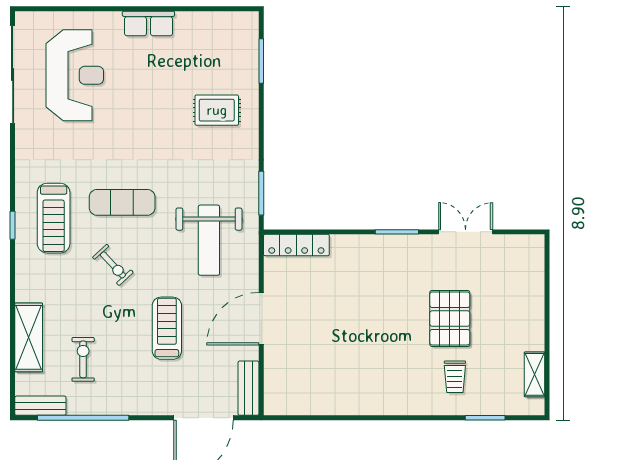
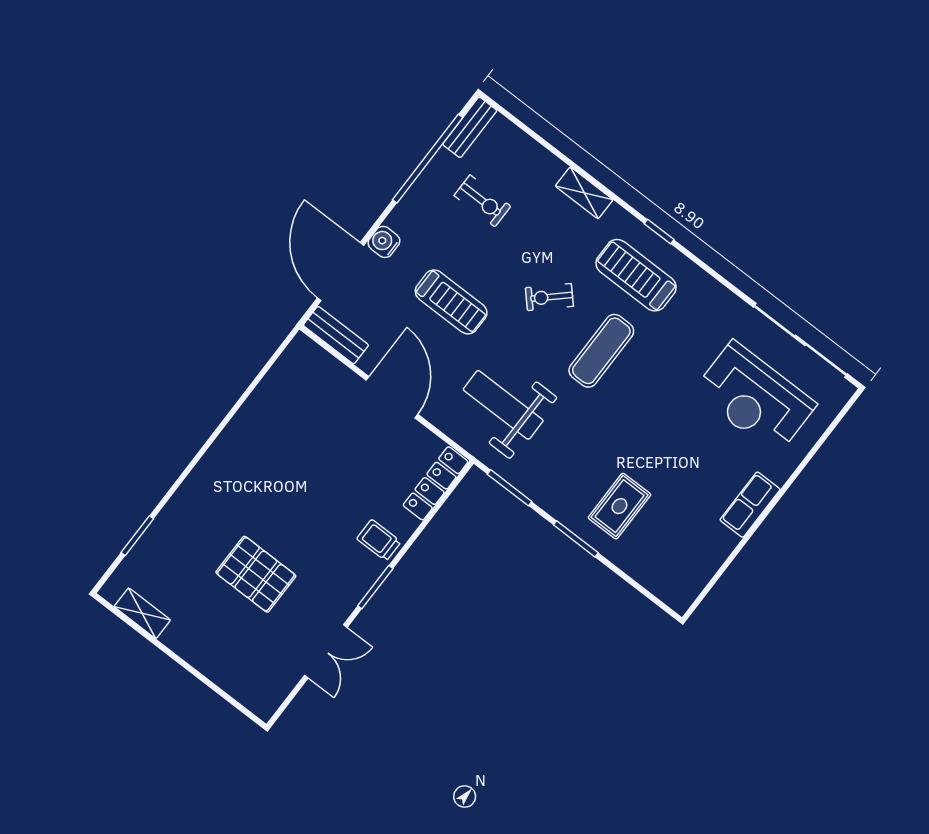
window: (261, 61) -> (576, 539), moved
shelving: (29, 337) -> (584, 193), moved, width x0.67, depth x0.75
trolley: (455, 377) -> (379, 540), moved
water cooler: (161, 404) -> (384, 242), added

